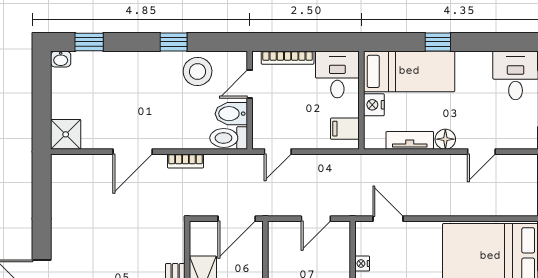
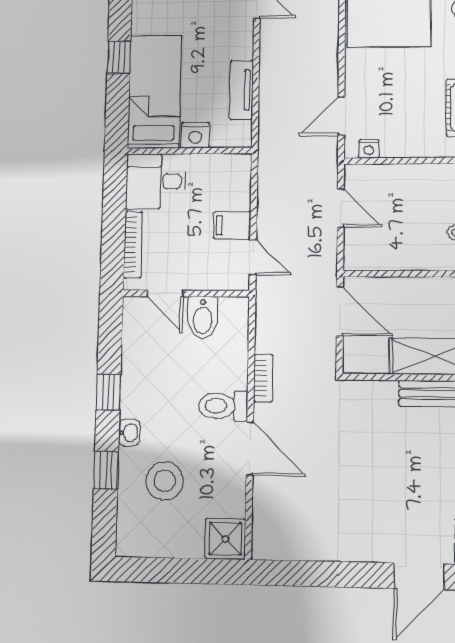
window: (89, 42) -> (106, 470), moved
washbasin: (61, 59) -> (129, 433), moved
stool: (198, 72) -> (165, 481), moved
filing cabinet: (345, 129) -> (232, 225), moved, turned 90
toilet: (229, 138) -> (223, 406), moved, turned 90
floor lamp: (445, 139) -> (241, 46), removed
nightstand: (362, 263) -> (369, 149), moved

